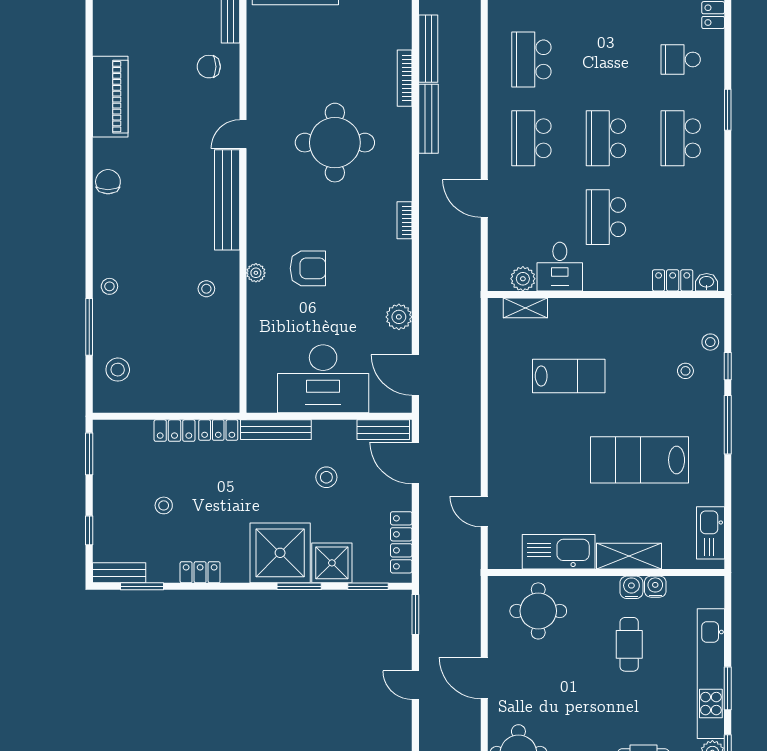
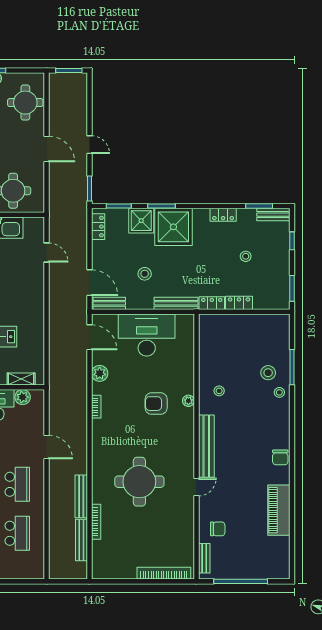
bookcase: (404, 220) -> (96, 407), moved
stool: (118, 370) -> (268, 373), moved
locker: (401, 542) -> (98, 227), width x0.66

